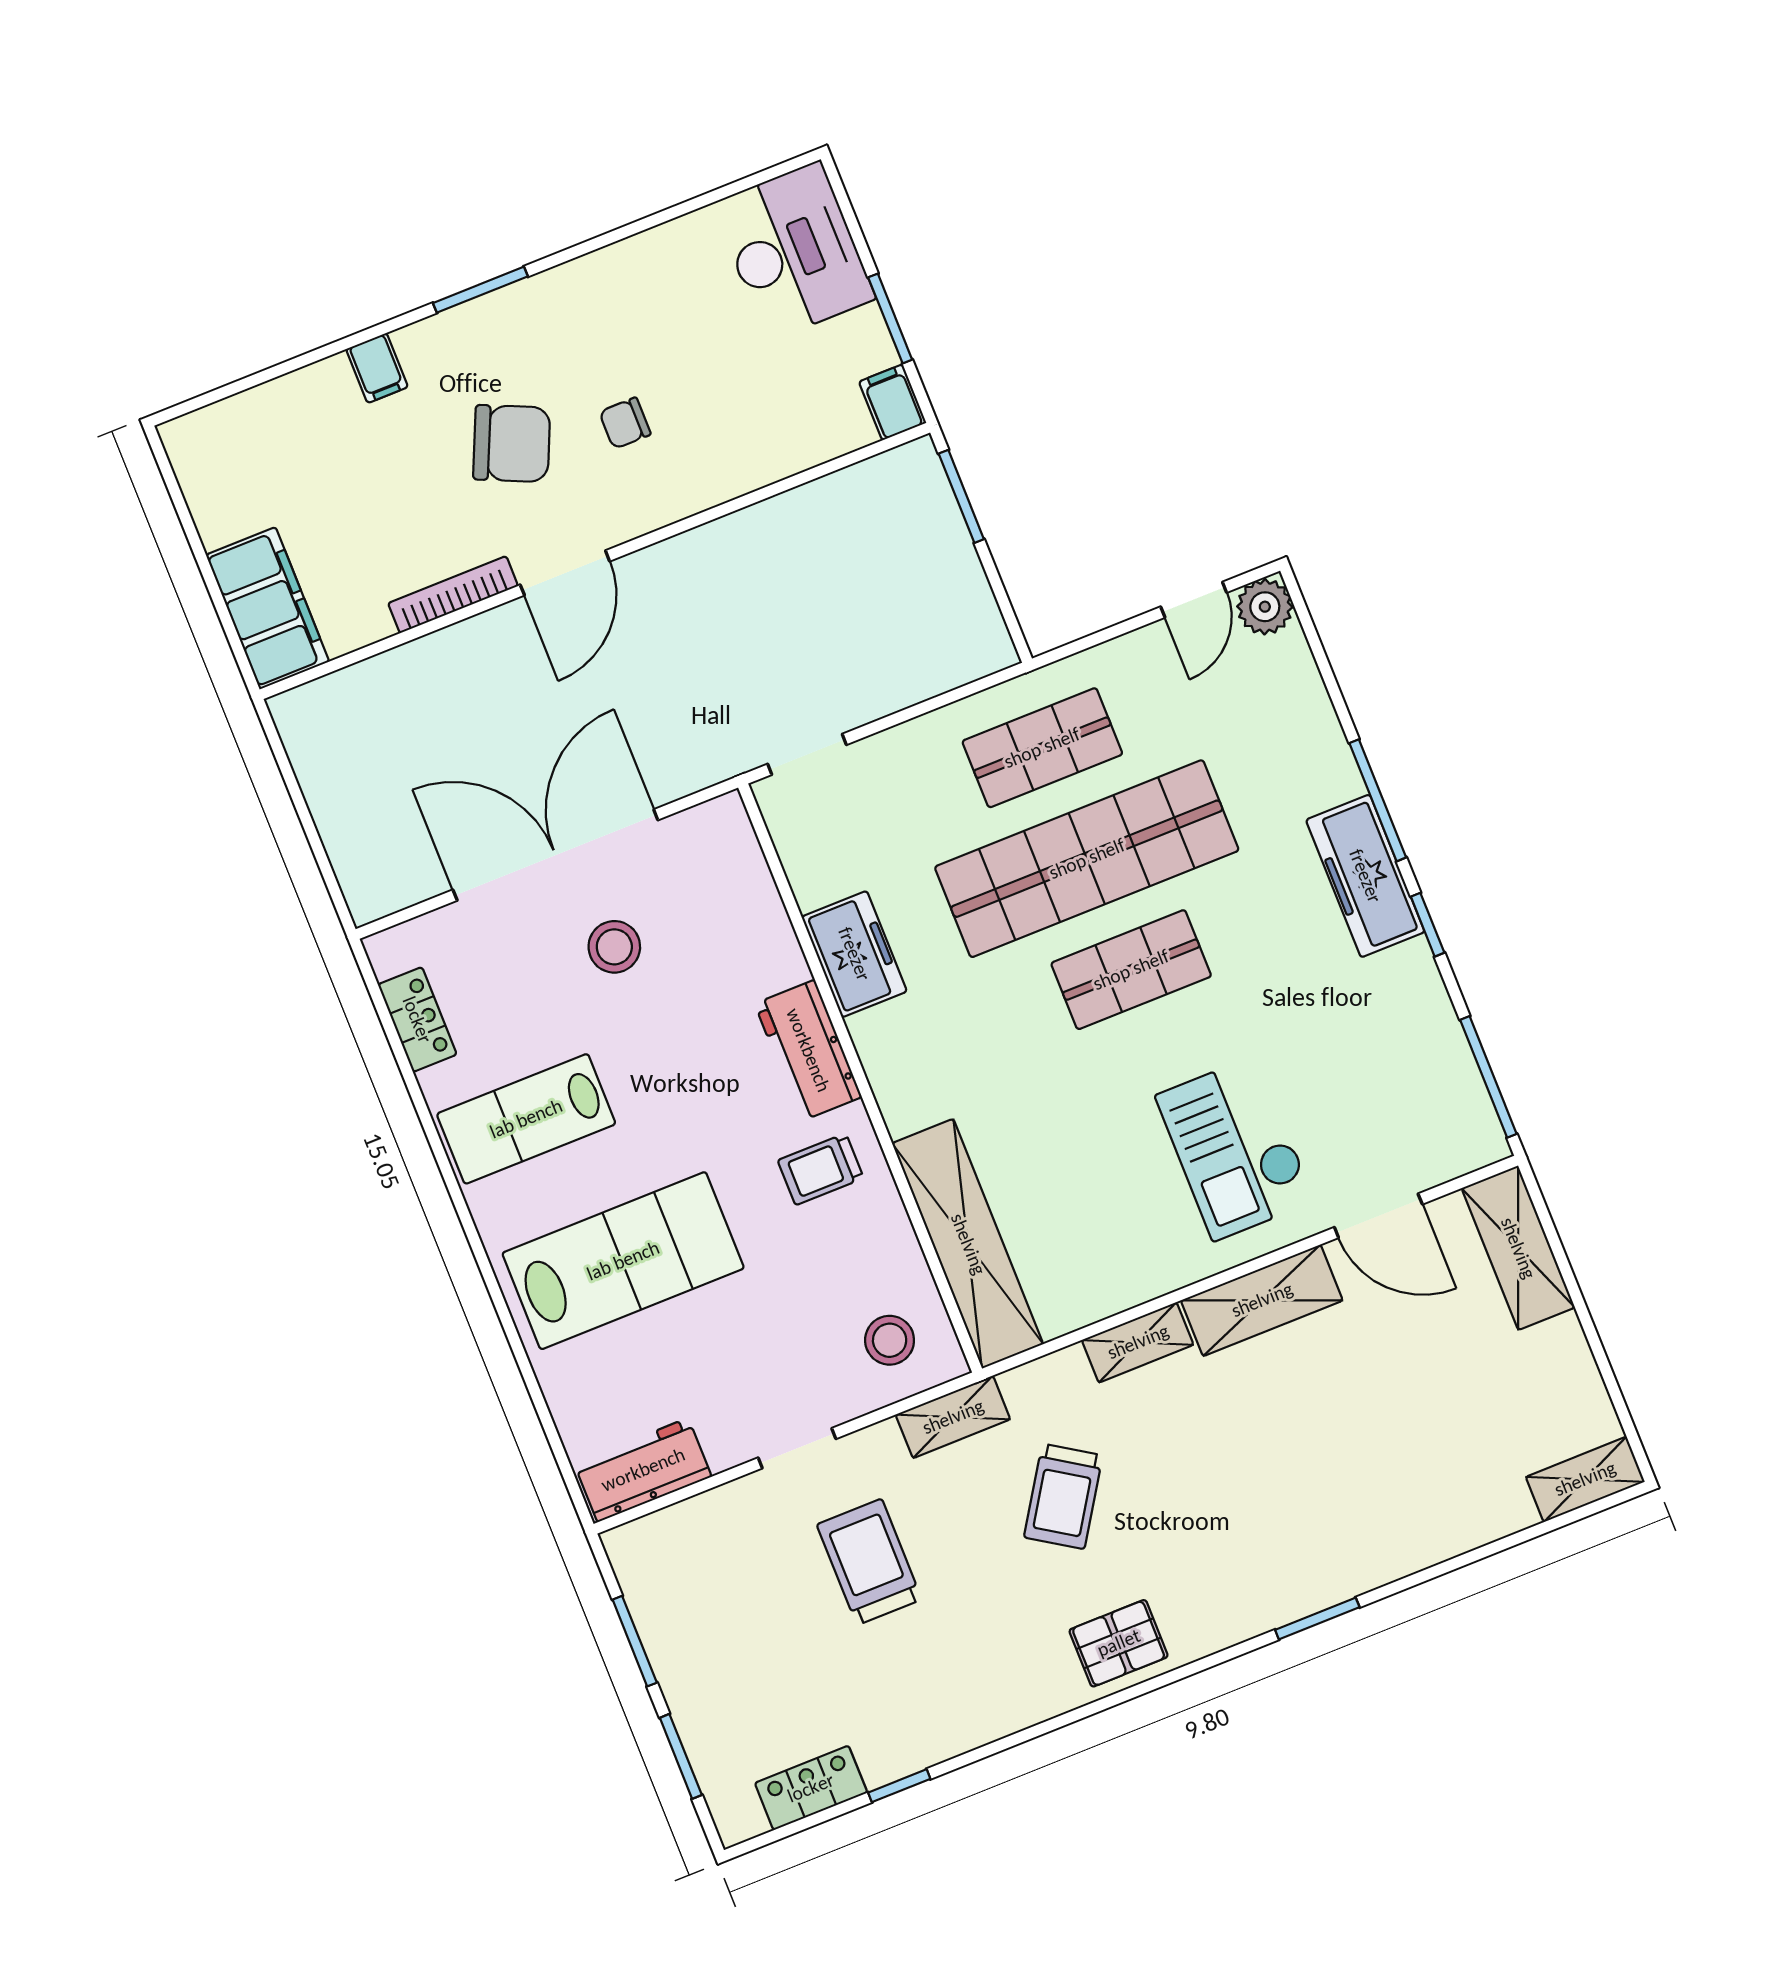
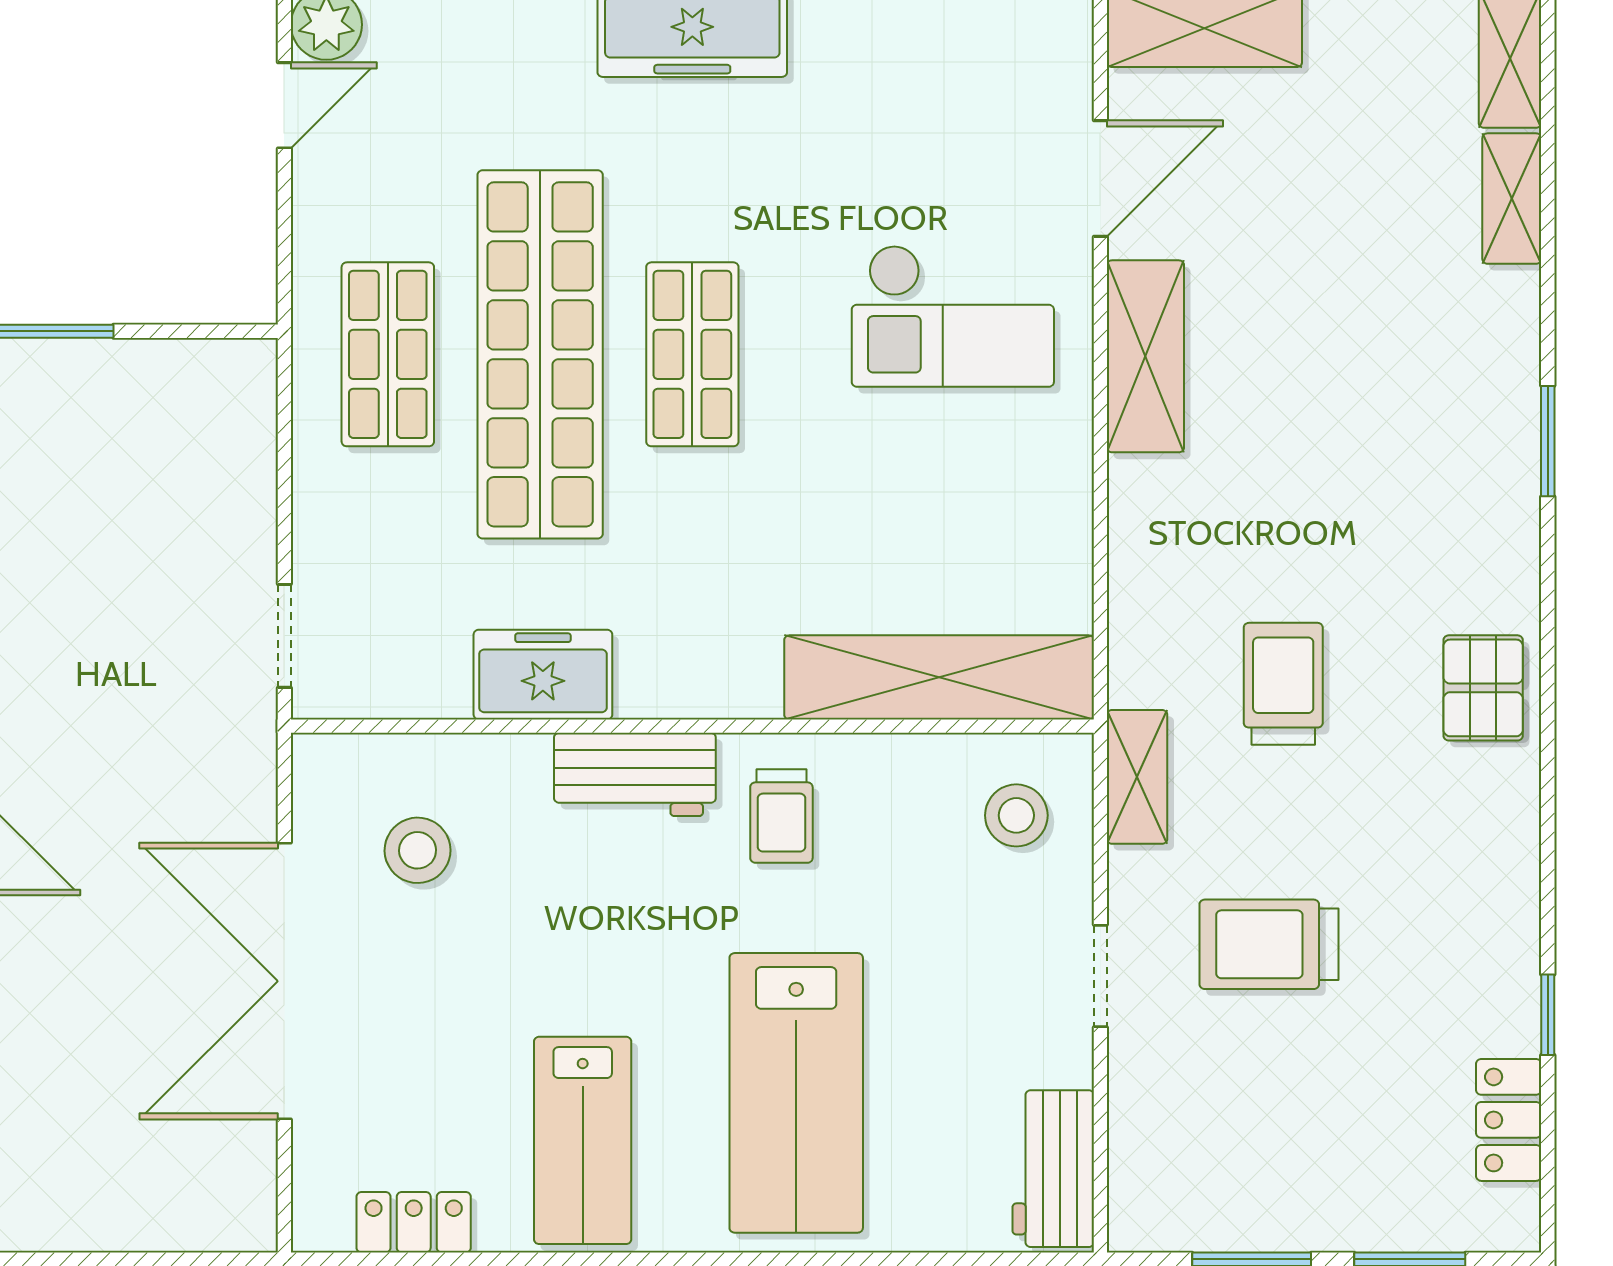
door: (1194, 600) -> (284, 105), hinge flipped
stool: (614, 947) -> (418, 850), moved
lab bench: (623, 1261) -> (796, 1093), turned 180
shelving: (1138, 1342) -> (1512, 199), moved
trolley: (1063, 1496) -> (1283, 684), turned -123

